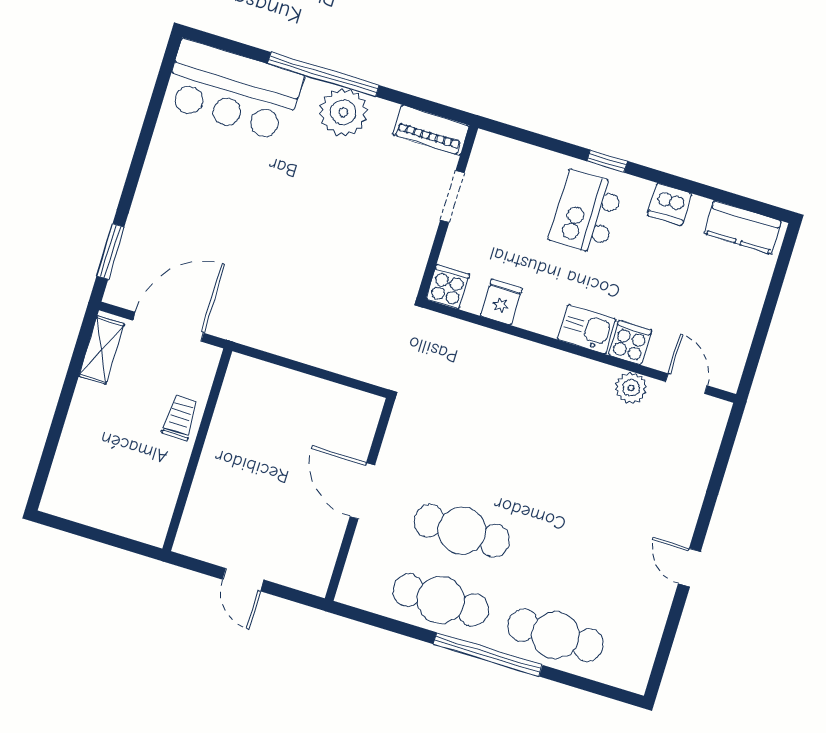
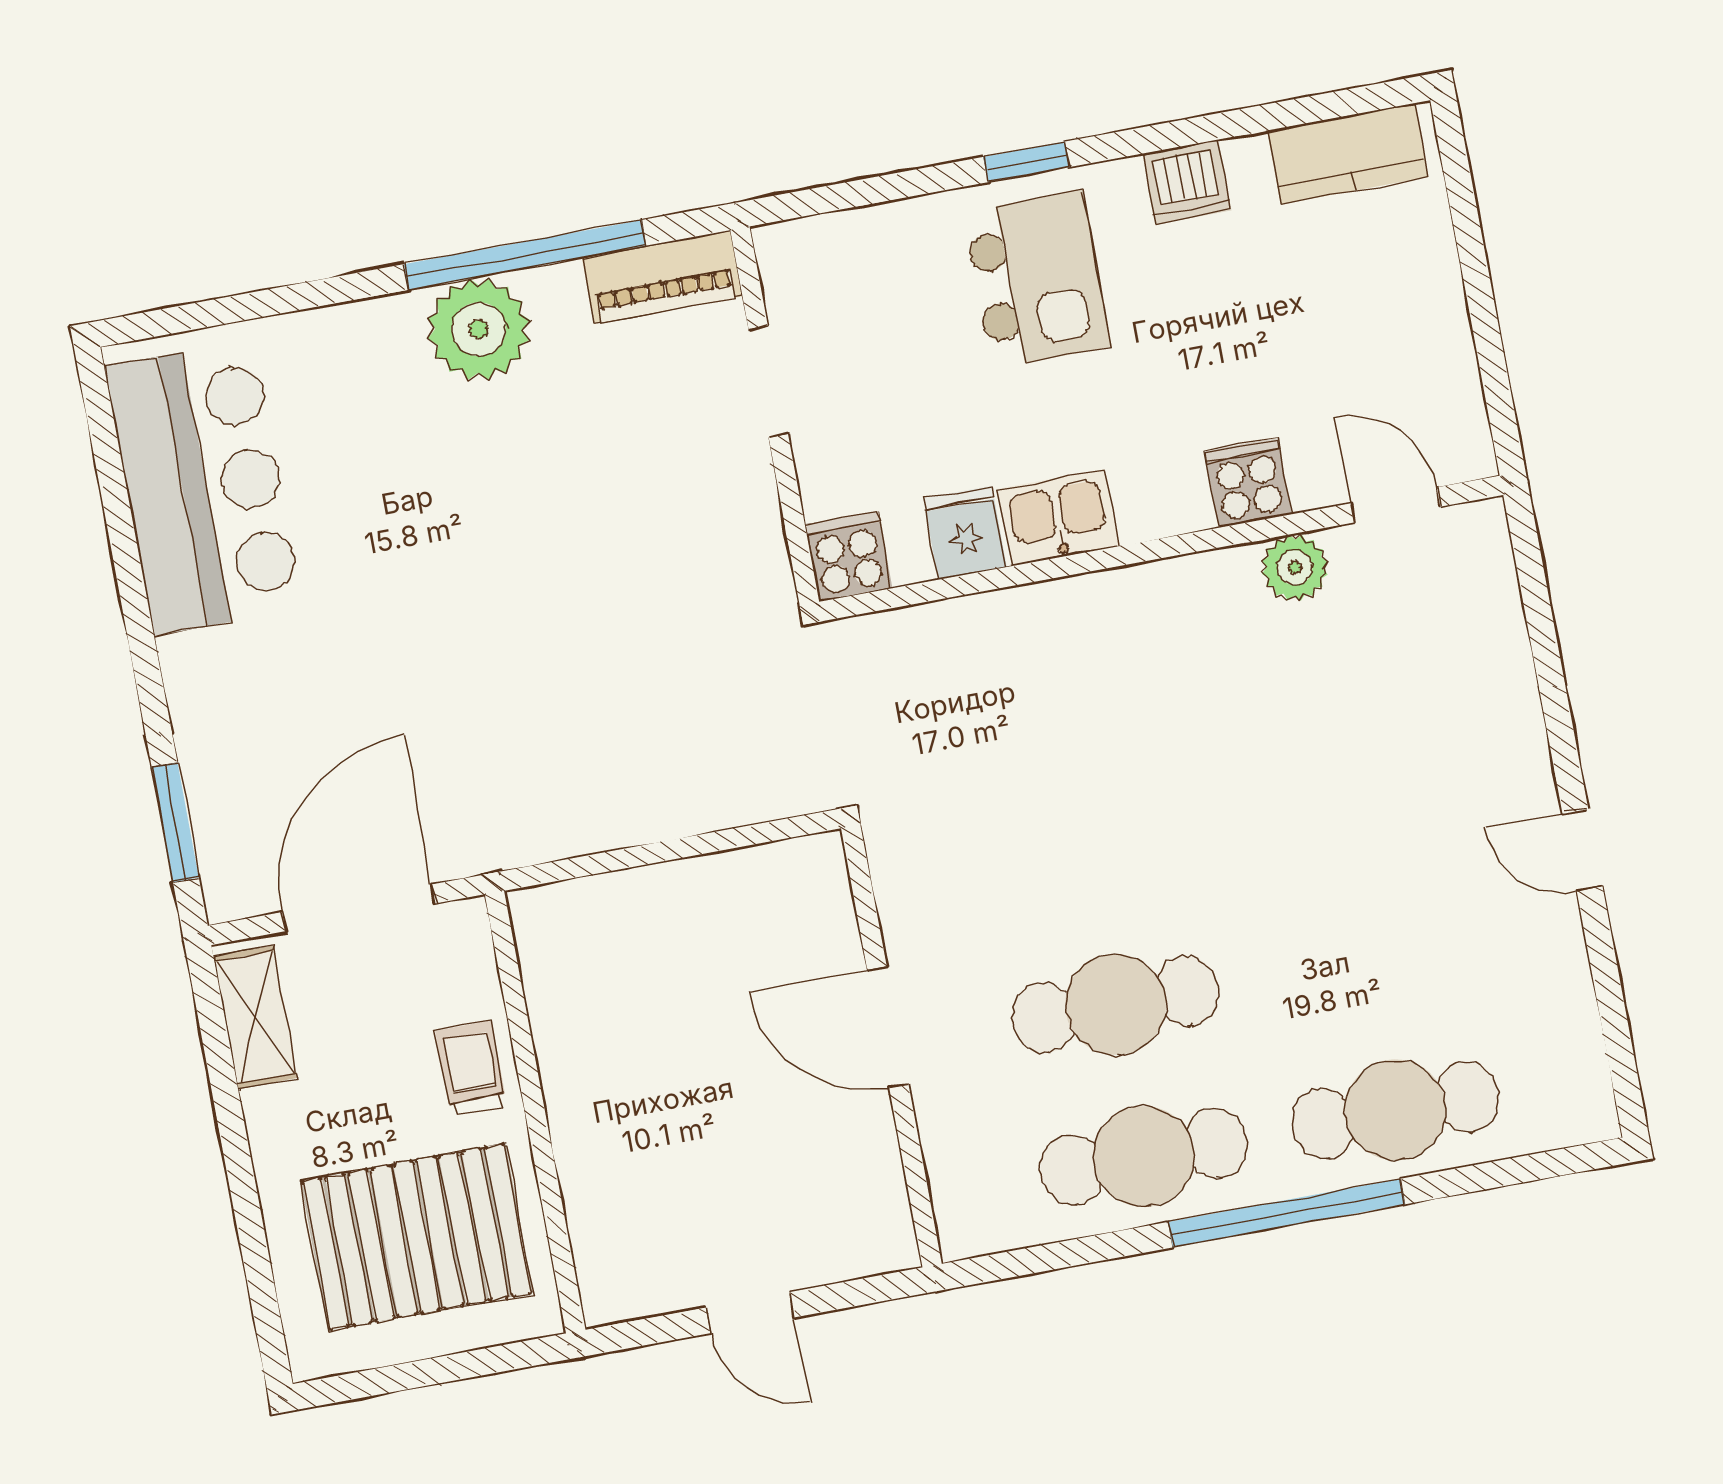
window: (323, 74) -> (525, 255), moved
bar counter: (233, 90) -> (204, 488), moved, turned -90
kitchen island: (586, 212) -> (1037, 280), turned 180
kitchen sink: (587, 329) -> (1058, 518), moved
pallet: (121, 476) -> (417, 1237), added

